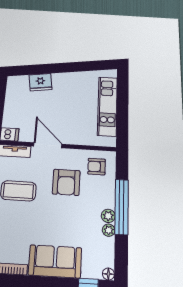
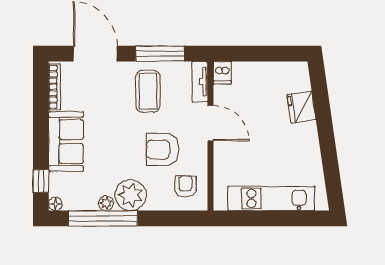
door: (48, 145) -> (210, 123), hinge flipped
window: (122, 207) -> (103, 218), moved
plant: (108, 216) -> (131, 195), width x1.87, depth x1.87

